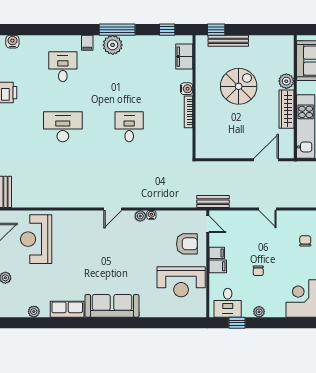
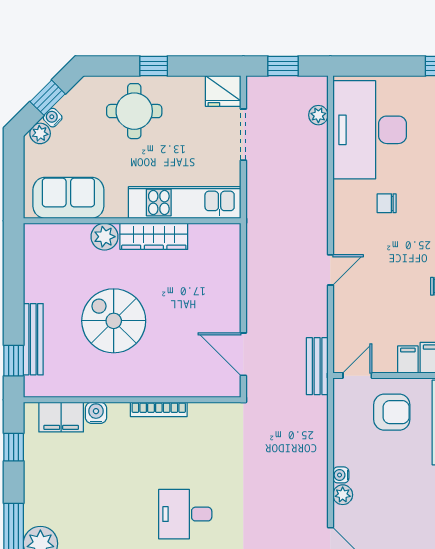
water cooler: (187, 89) -> (96, 413), moved
door: (266, 160) -> (243, 354), moved
armchair: (187, 244) -> (392, 412), turned 90

